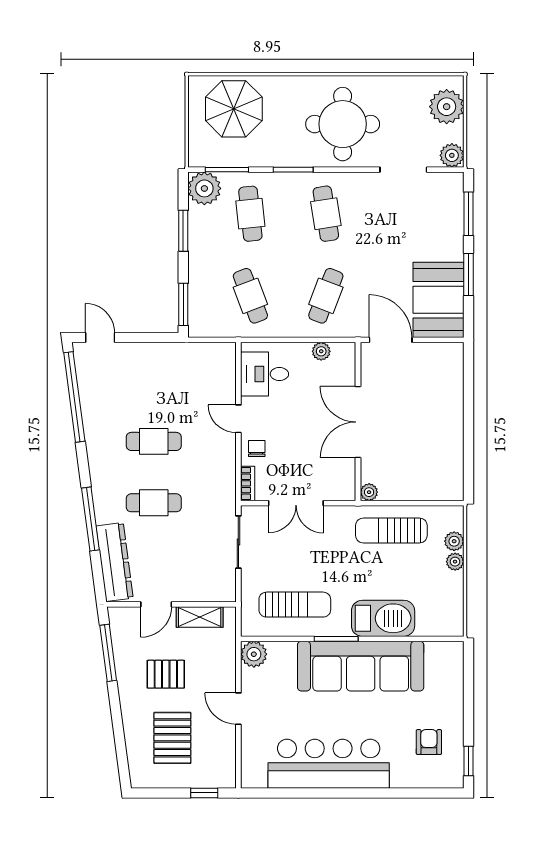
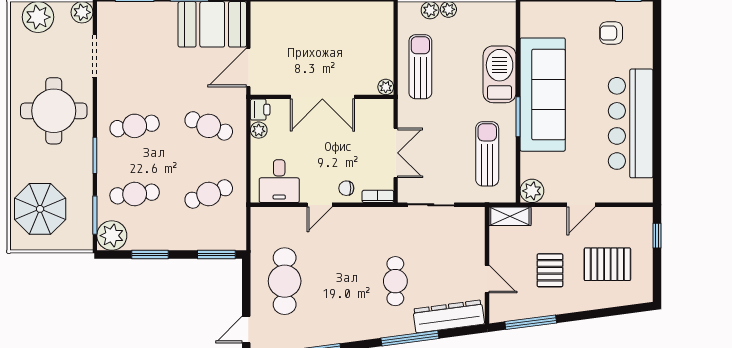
printer: (344, 353) -> (260, 110), added
cafe table: (154, 441) -> (285, 281), moved, width x1.37, depth x1.35
sun lounger: (391, 531) -> (420, 67), turned 180
shelving: (200, 617) -> (510, 216), moved, turned 90

